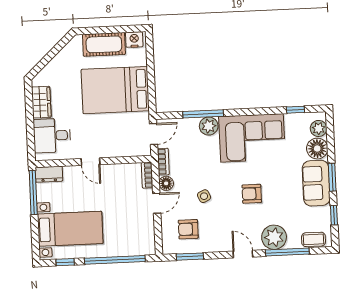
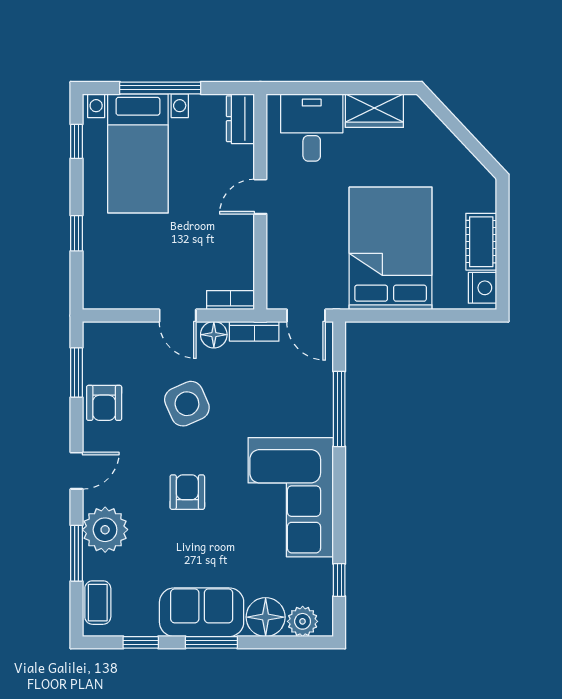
cot: (104, 44) -> (481, 242), width x0.73, depth x0.75
plant: (209, 126) -> (316, 418), removed
window: (33, 193) -> (160, 88), moved
side table: (204, 196) -> (187, 404), width x1.87, depth x1.87
armchair: (188, 229) -> (104, 403), moved, turned 180
window: (287, 252) -> (76, 553), width x0.69
window: (115, 260) -> (76, 233), width x0.32

